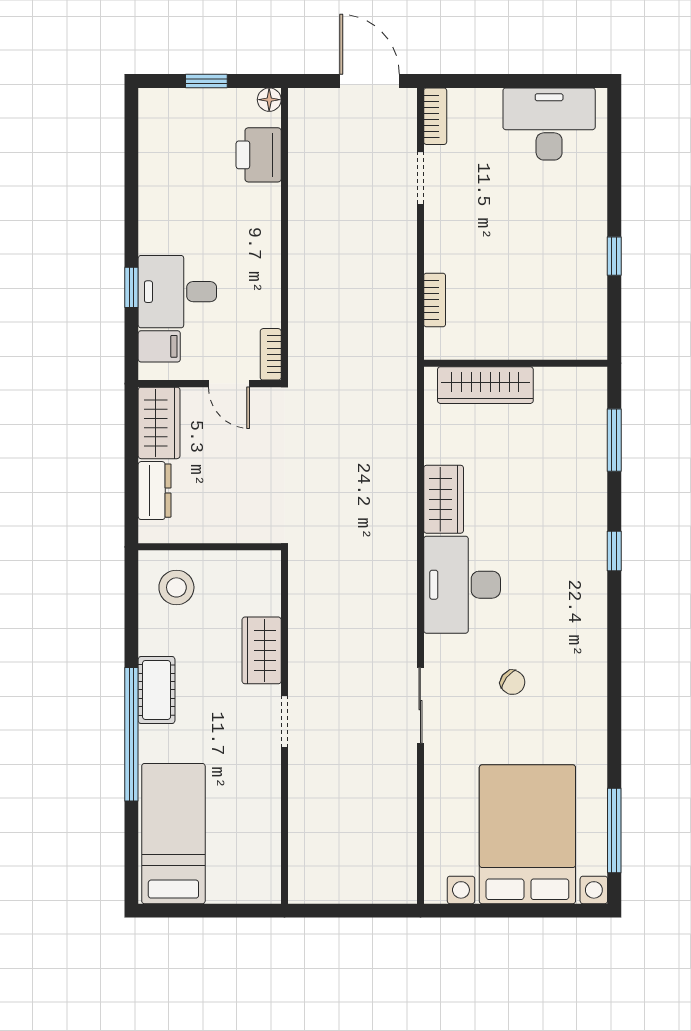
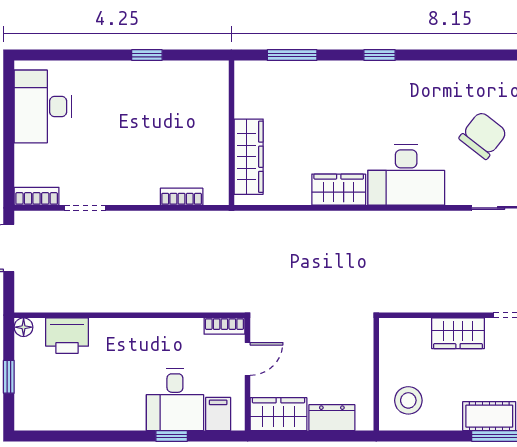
chair: (513, 682) -> (483, 135), width x1.87, depth x1.87

